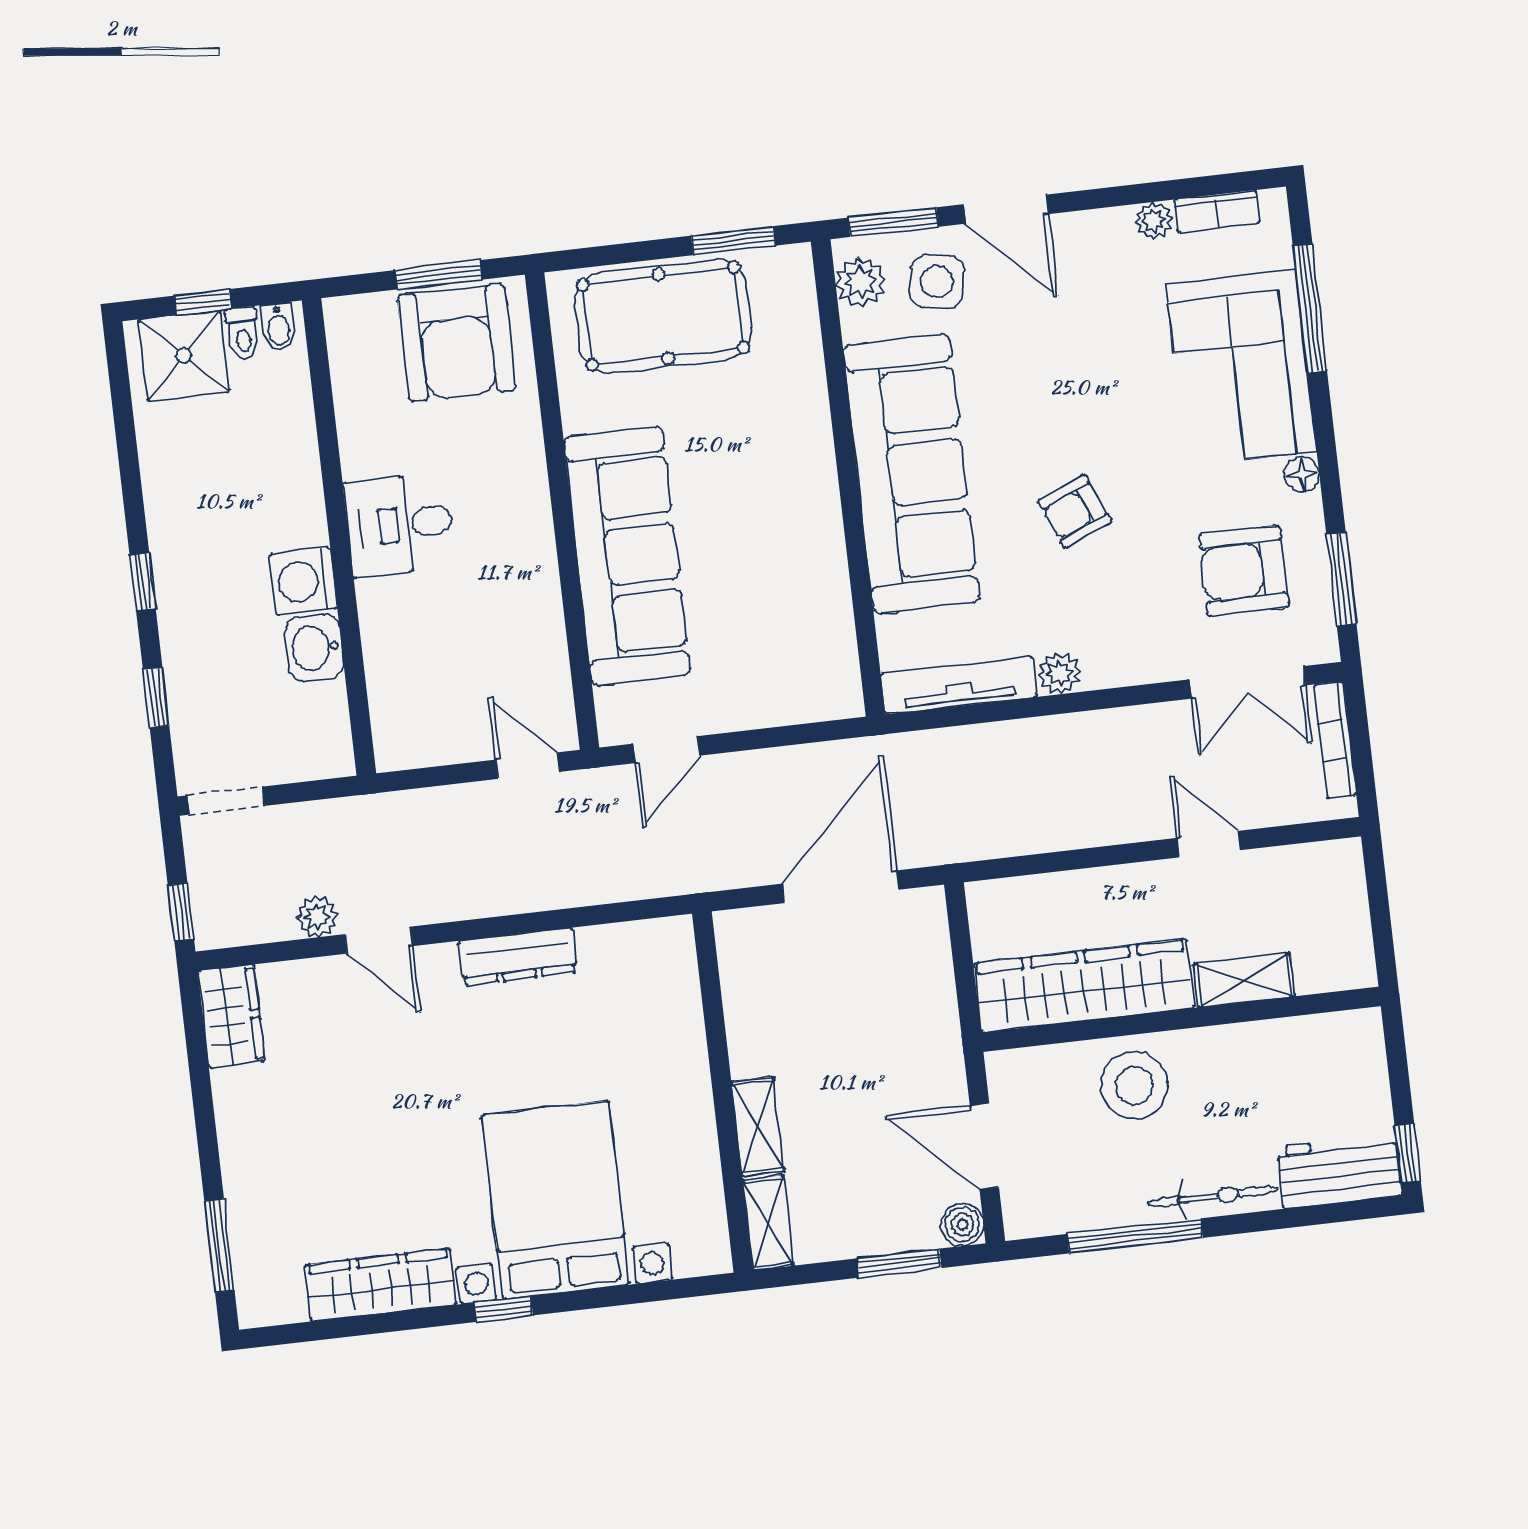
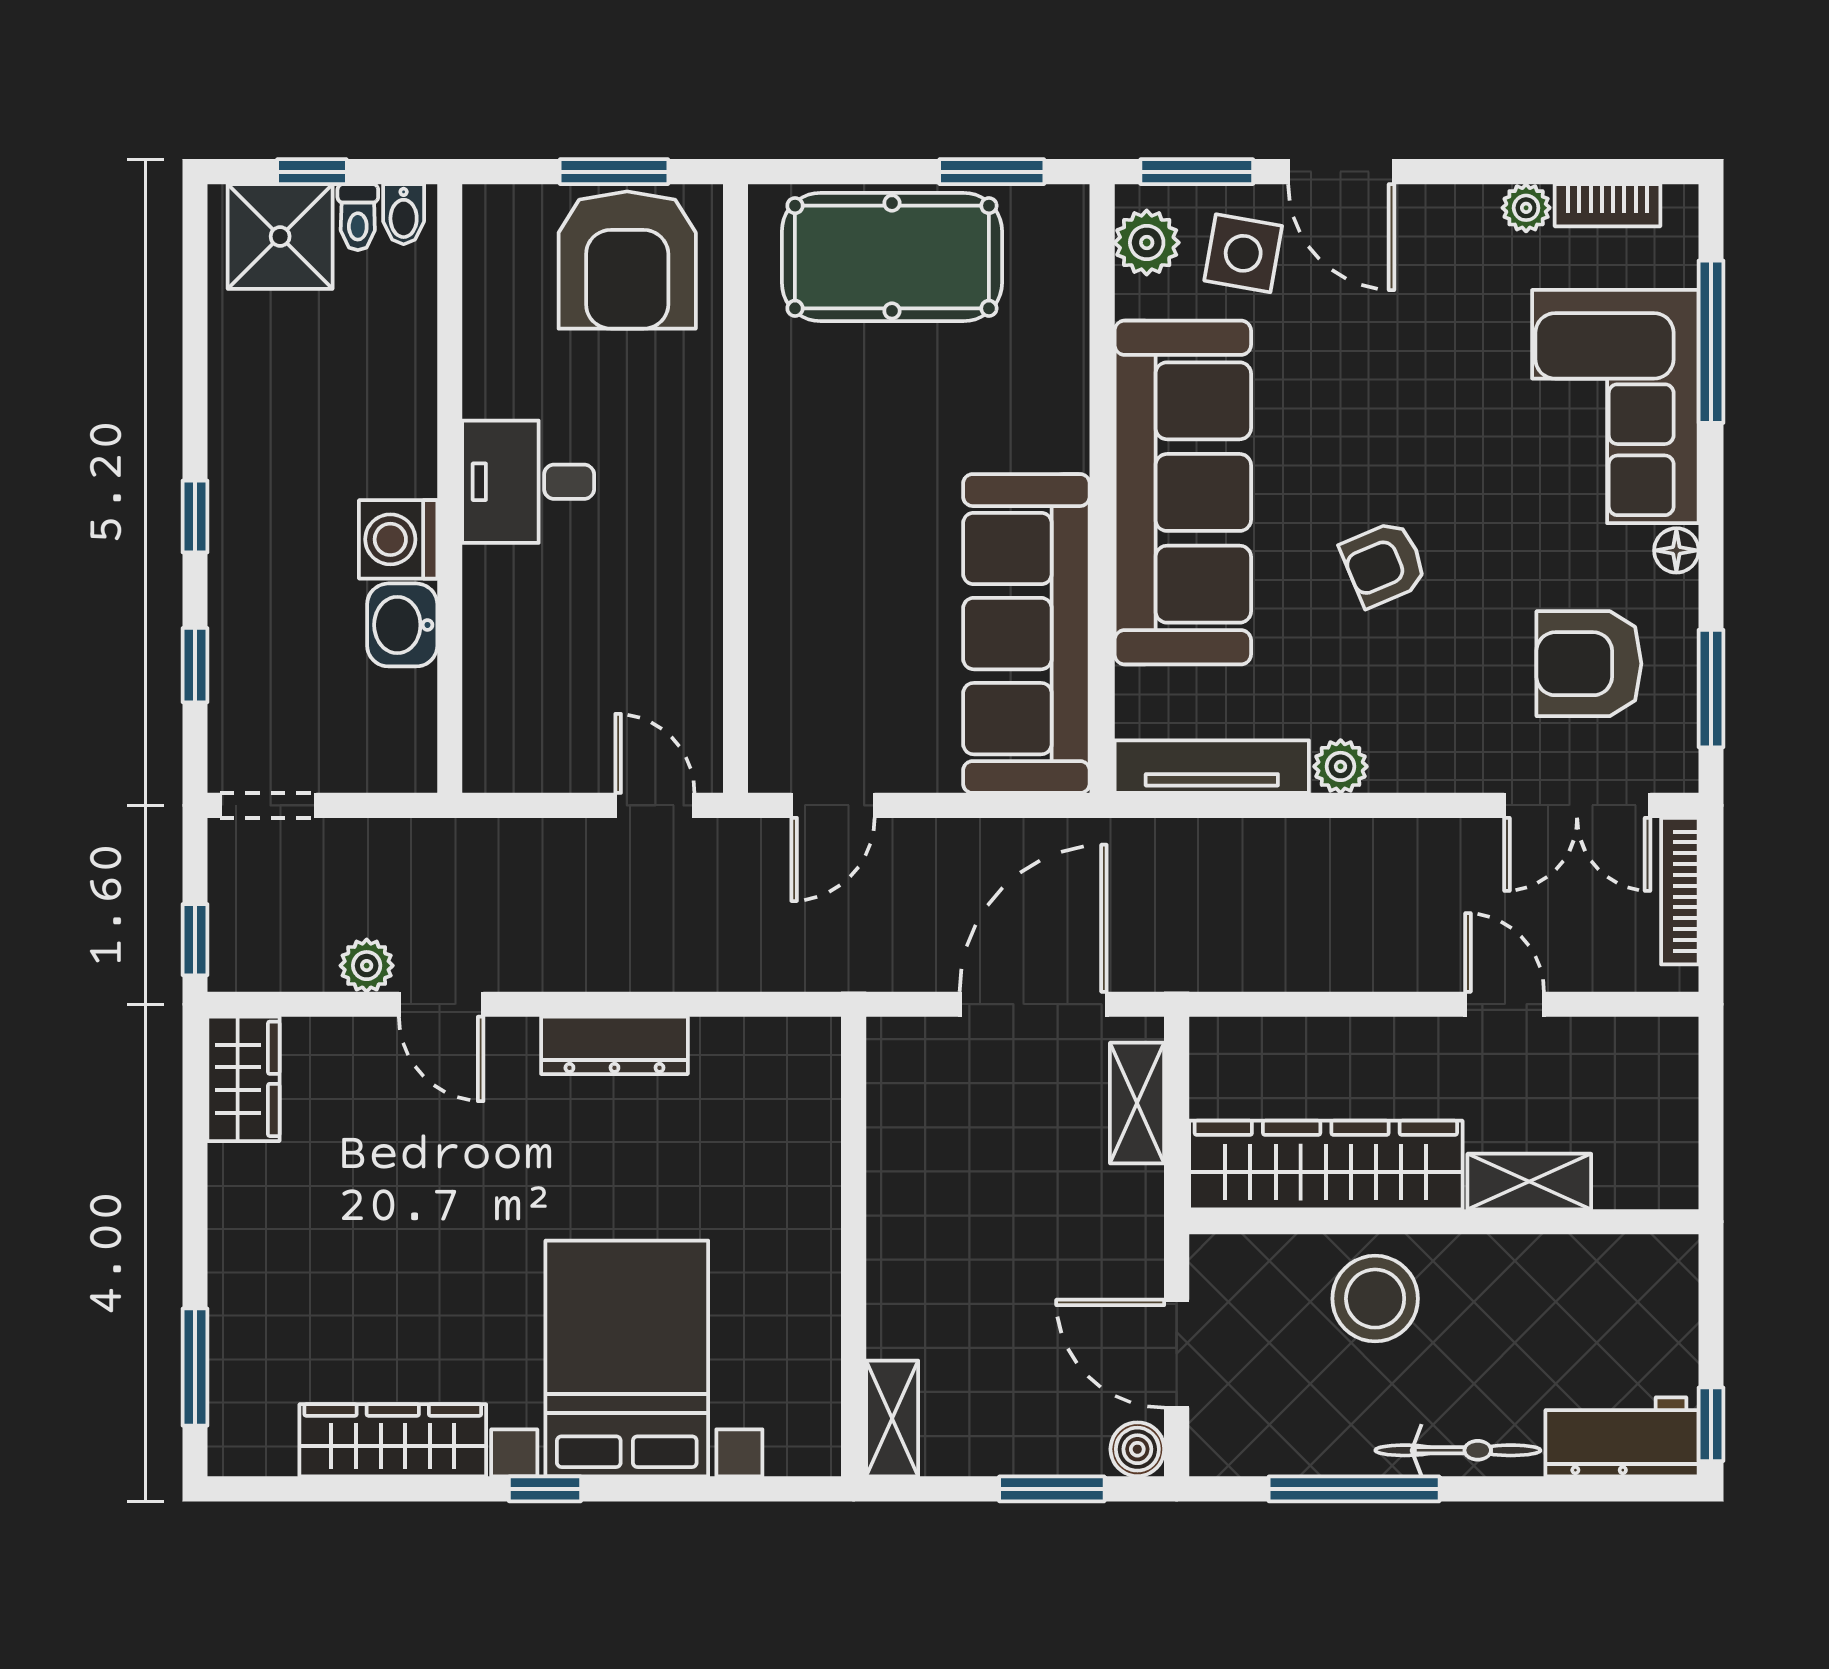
sofa: (627, 556) -> (1026, 634), moved, turned 180
shelving: (758, 1126) -> (1137, 1103), moved

